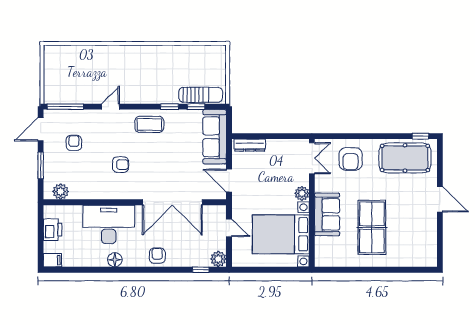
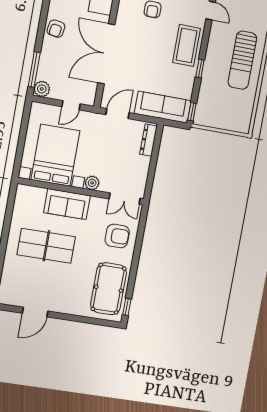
sun lounger: (201, 95) -> (242, 60), moved, width x1.36, depth x1.34
window: (196, 107) -> (192, 112), moved
coffee table: (149, 124) -> (186, 45), width x1.36, depth x1.32
armchair: (351, 159) -> (117, 236), turned 180
door: (440, 199) -> (35, 312), moved
armchair: (157, 256) -> (56, 29), turned 99
window: (201, 270) -> (34, 69), width x2.17

